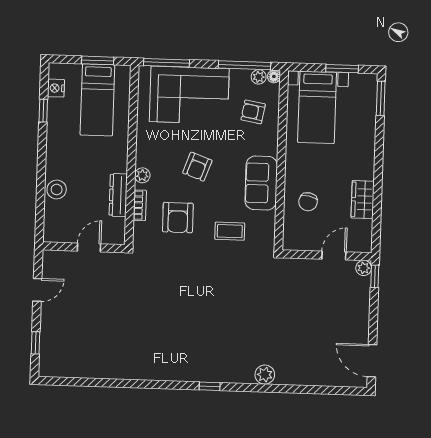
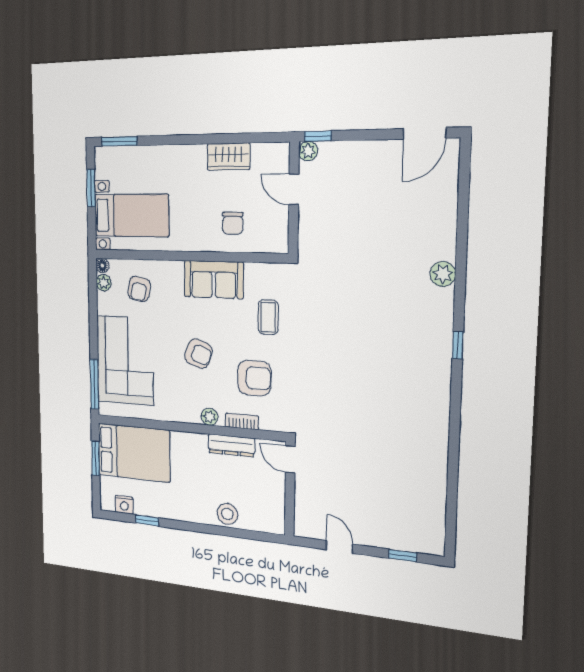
window: (244, 65) -> (93, 299), removed
bed: (97, 100) -> (134, 453), width x1.50
chair: (308, 202) -> (233, 223), turned 79
door: (89, 247) -> (290, 460), moved

